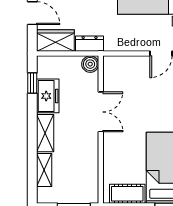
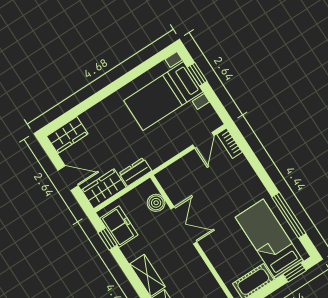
boiler: (90, 64) -> (156, 203), moved
freezer: (48, 96) -> (119, 227), moved

